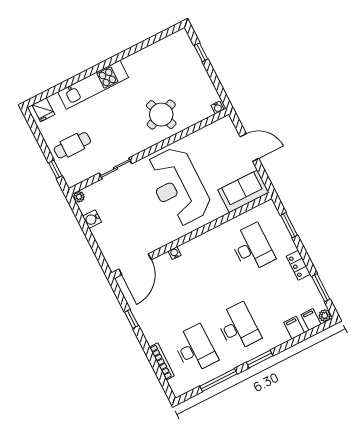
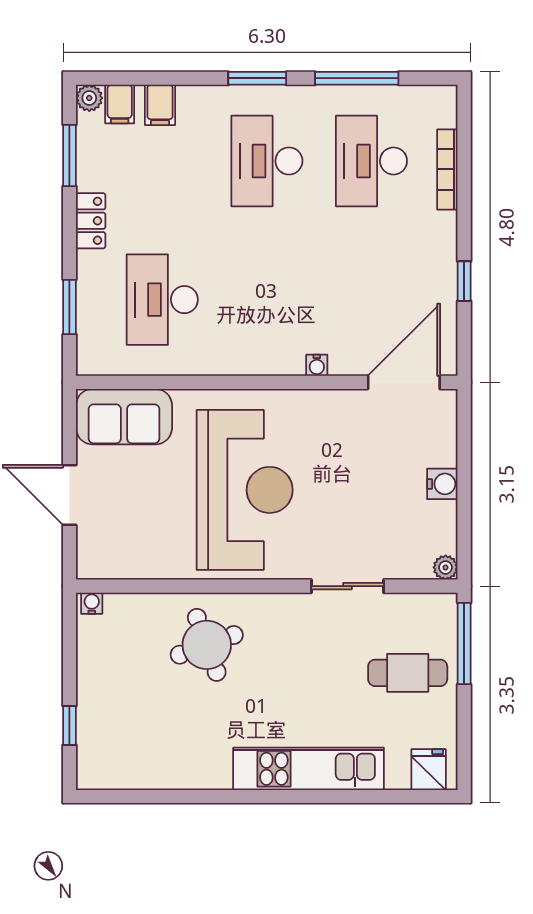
window: (55, 169) -> (464, 643), width x2.17
water cooler: (92, 219) -> (442, 484), moved

